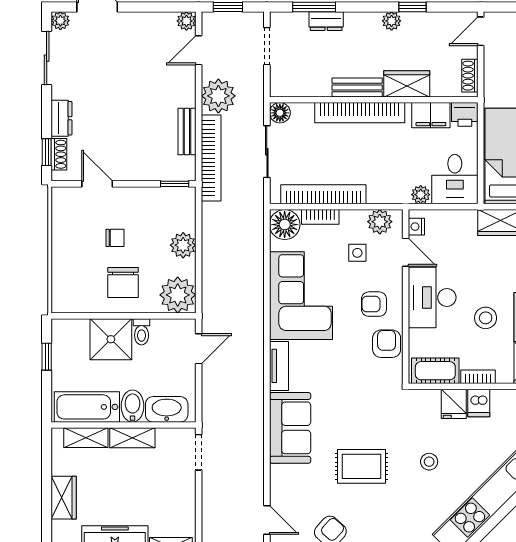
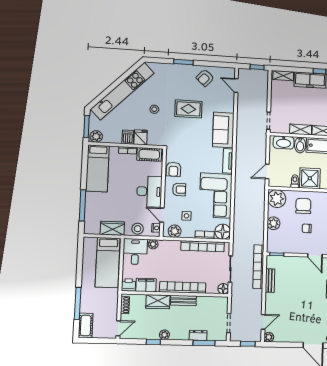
plant: (218, 96) -> (254, 298), removed
stool: (486, 318) -> (138, 229), moved

